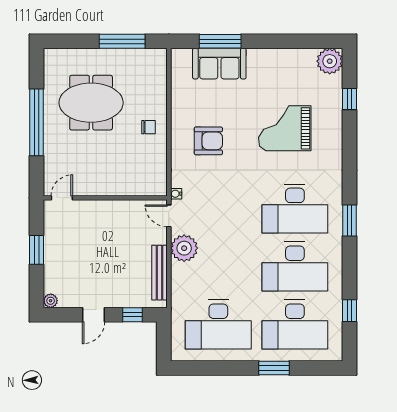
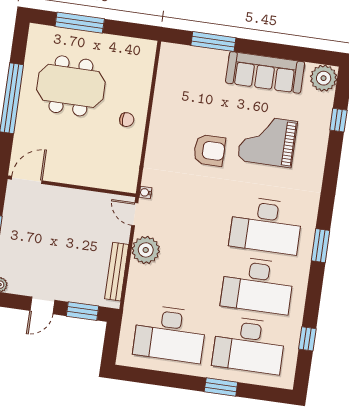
window: (122, 41) -> (80, 23), moved
sofa: (219, 64) -> (265, 72), moved, width x1.36
armchair: (208, 141) -> (209, 150), moved
door: (62, 198) -> (27, 180), width x1.38
window: (132, 315) -> (83, 311), width x1.50

